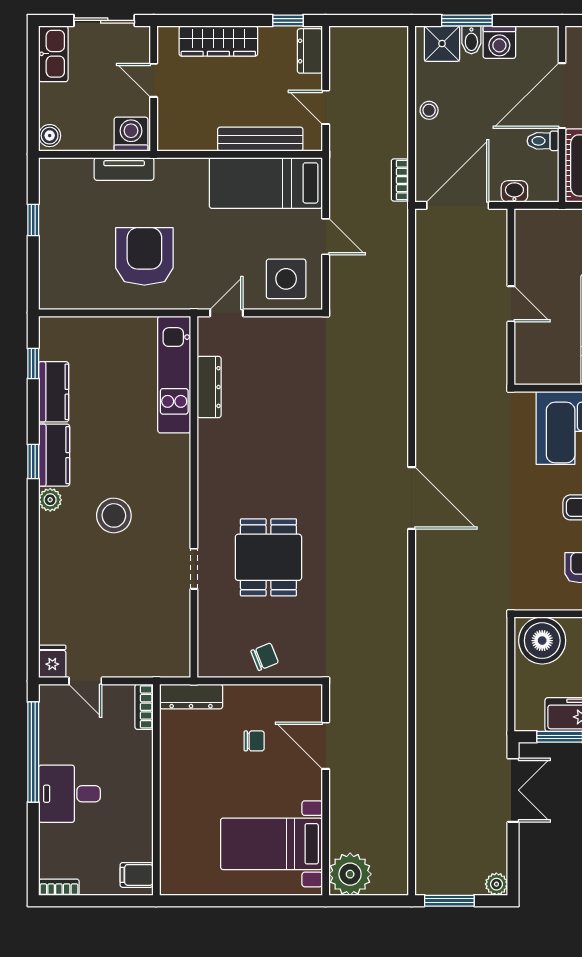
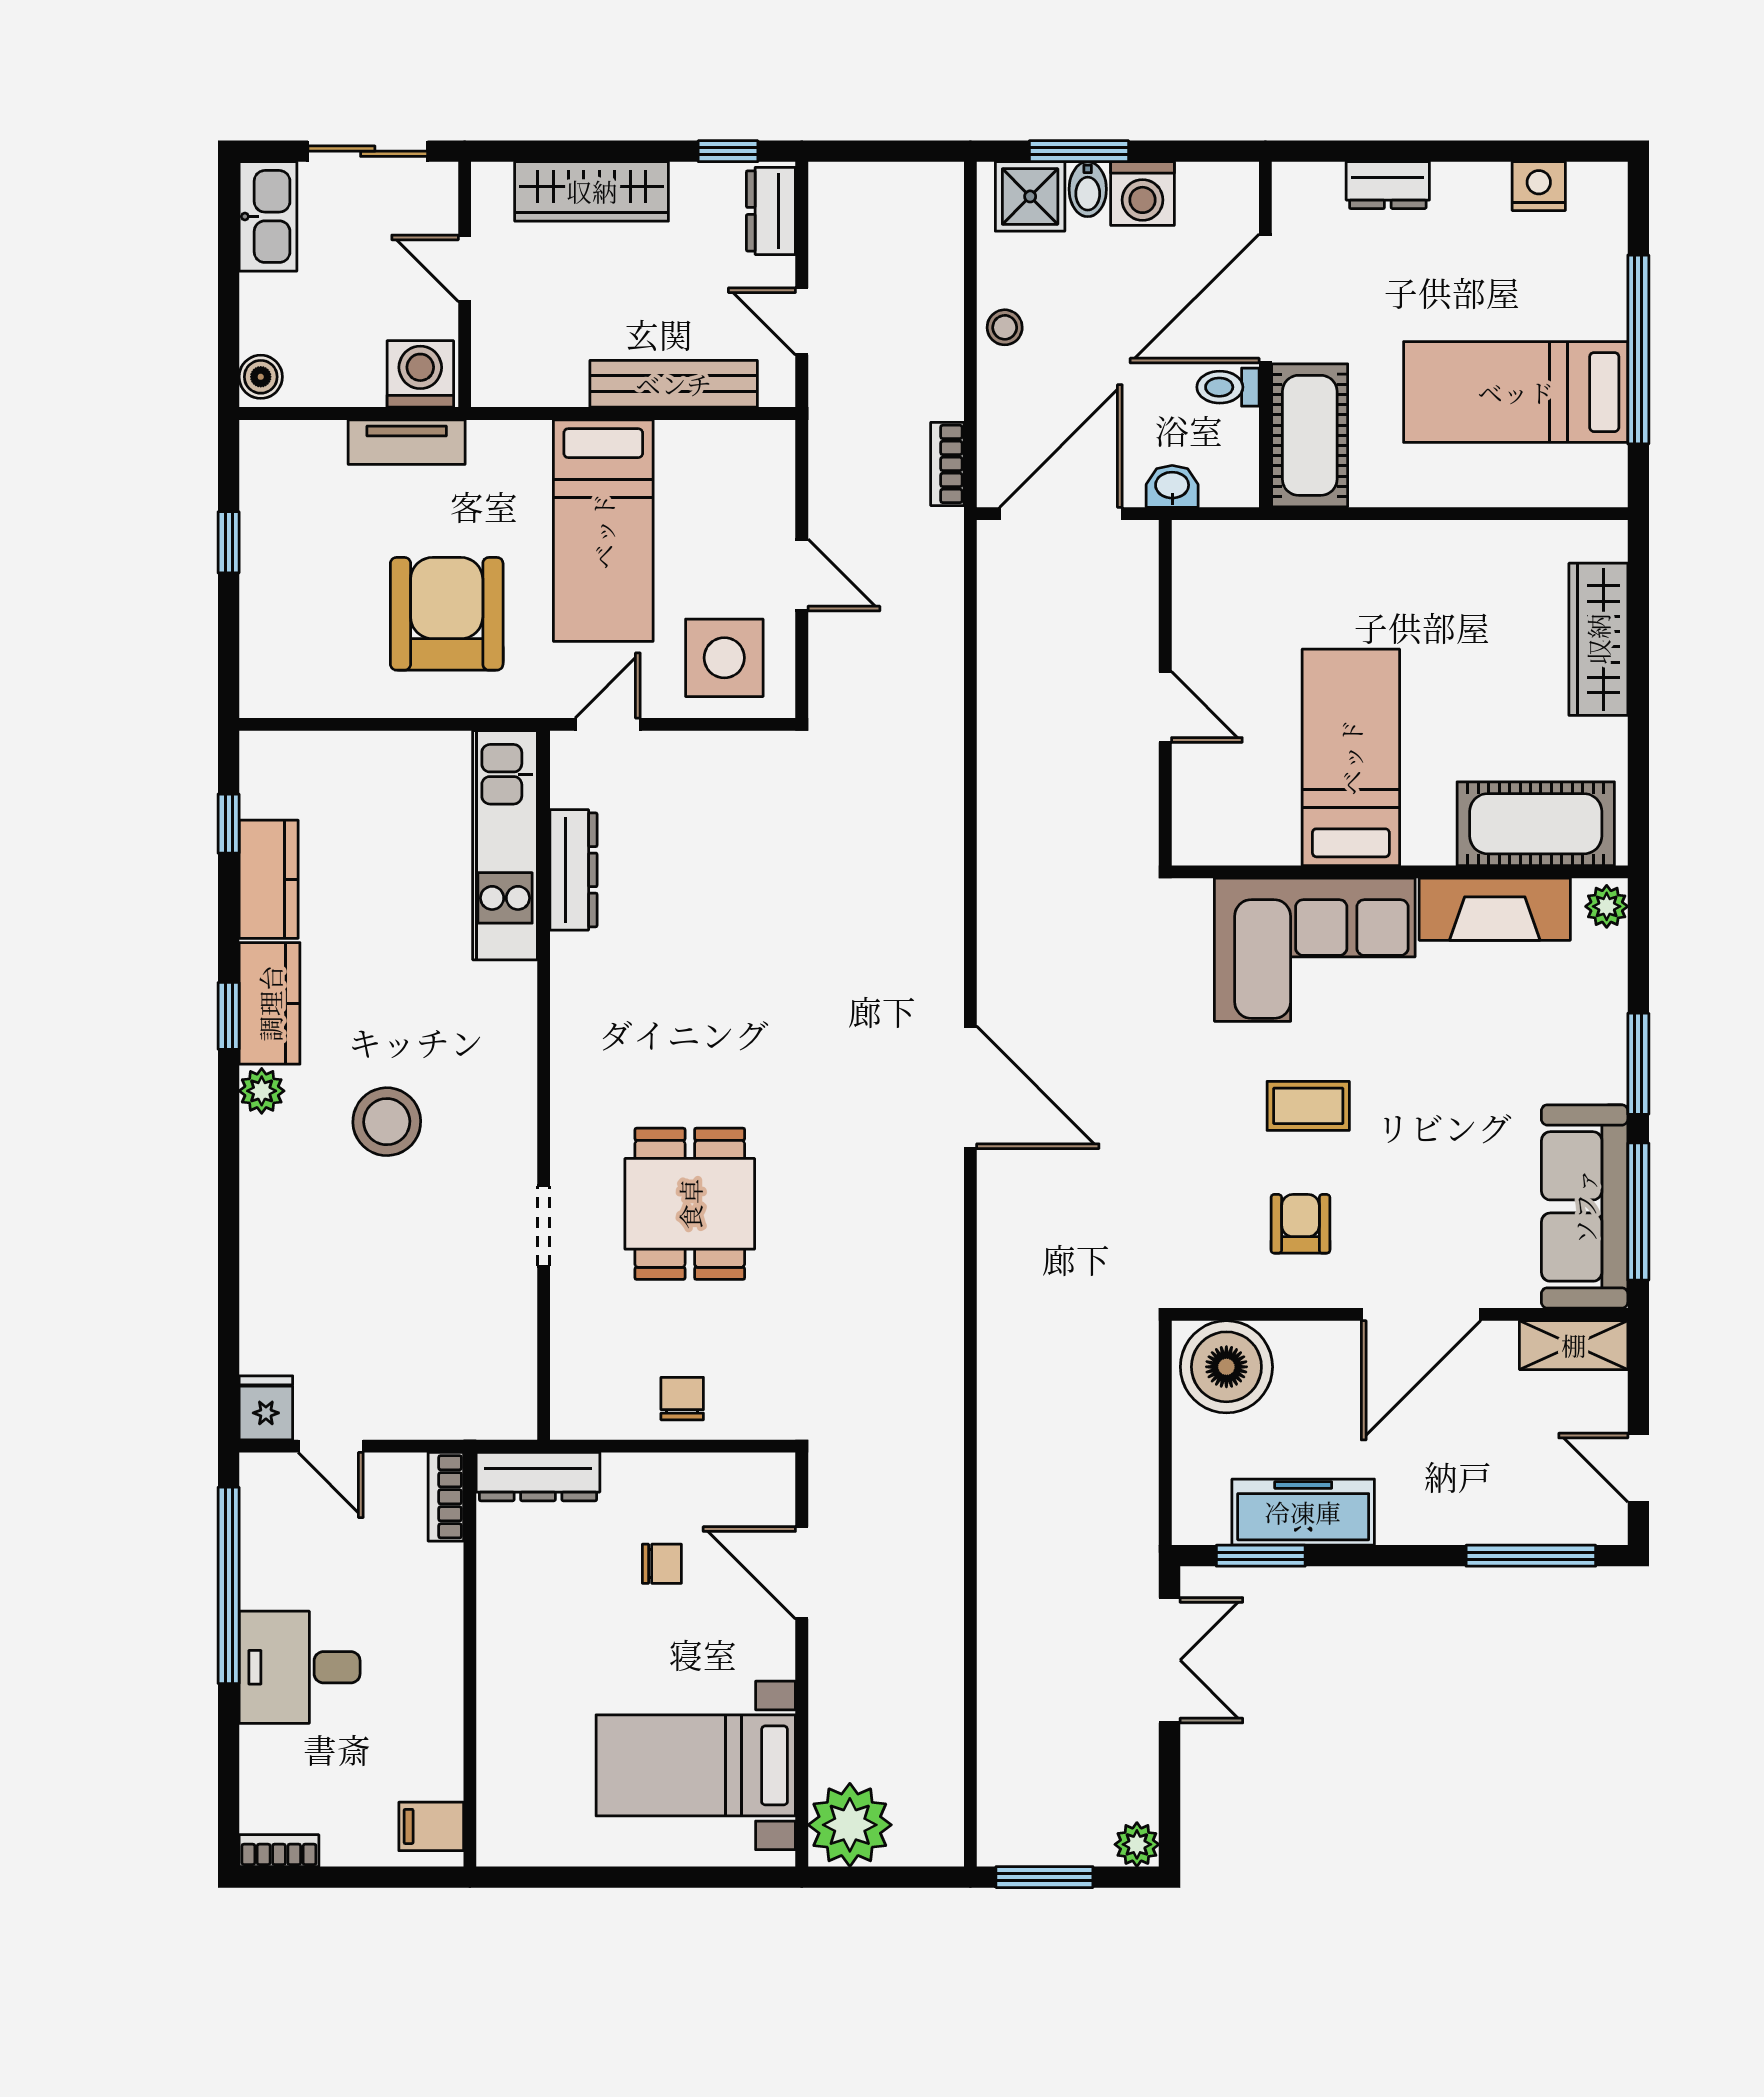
bed: (266, 183) -> (603, 531), moved, turned -90
chair: (265, 657) -> (682, 1399), turned -68

